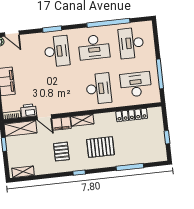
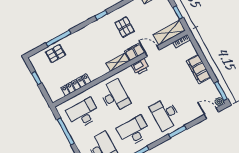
desk: (136, 85) -> (83, 113), turned 180
desk: (99, 89) -> (115, 96), turned 180
printer: (29, 111) -> (140, 67), moved
pallet: (100, 147) -> (56, 54), moved, width x0.67, depth x0.71

